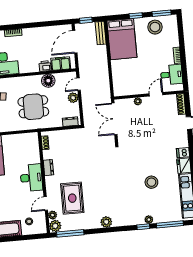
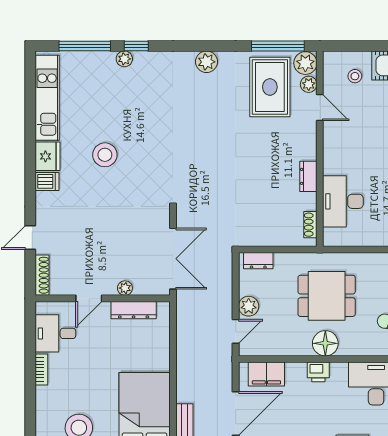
printer: (45, 66) -> (318, 372), moved
floor lamp: (48, 81) -> (325, 343), moved
dresser: (132, 90) -> (134, 310), added
desk: (31, 178) -> (343, 201), moved
stool: (151, 182) -> (105, 155), moved
rug: (72, 198) -> (270, 87), moved
door: (46, 204) -> (320, 108), hinge flipped

